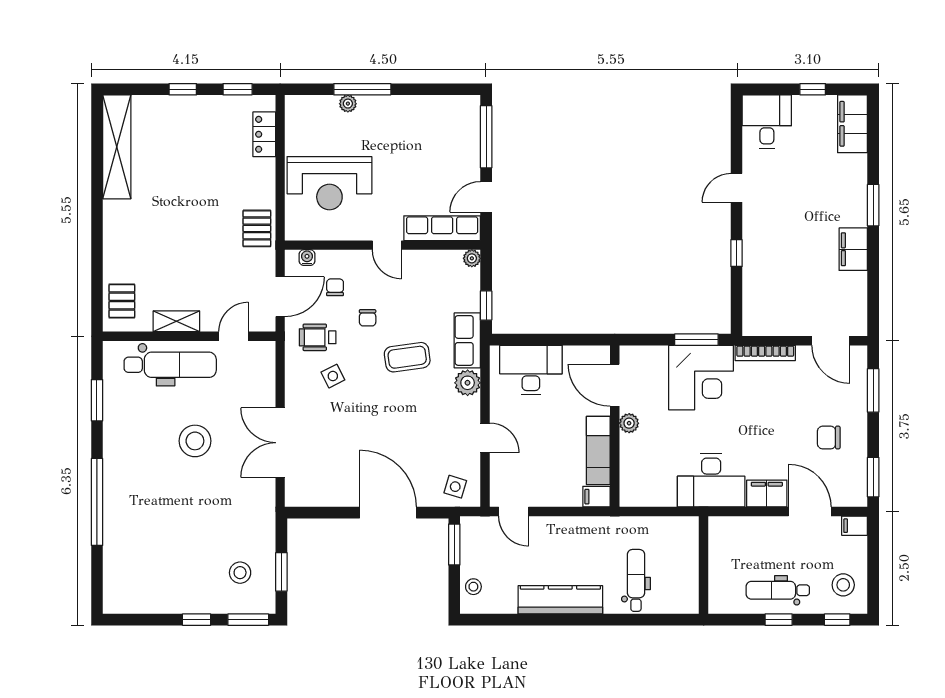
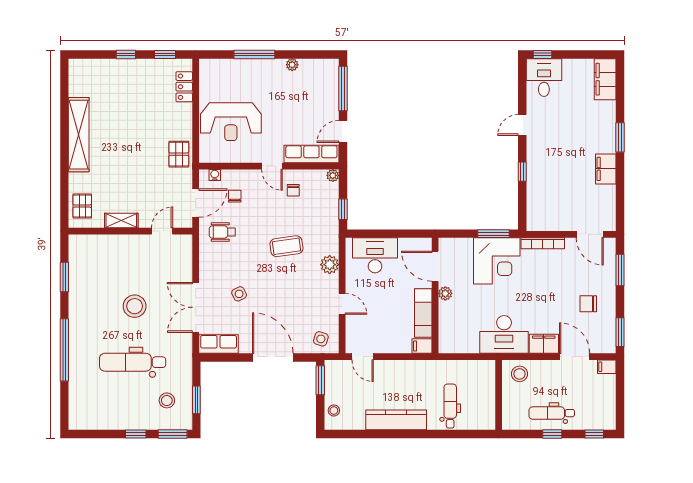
window: (813, 89) -> (542, 54), moved
plant: (348, 104) -> (292, 65), moved
shelving: (117, 147) -> (79, 135), moved
chair: (368, 318) -> (293, 190), moved
row of seats: (467, 340) -> (219, 344), moved, turned 90
dental chair: (170, 365) -> (133, 362), moved, turned 180
side table: (333, 376) -> (239, 294), moved
stool: (843, 585) -> (520, 374), moved

